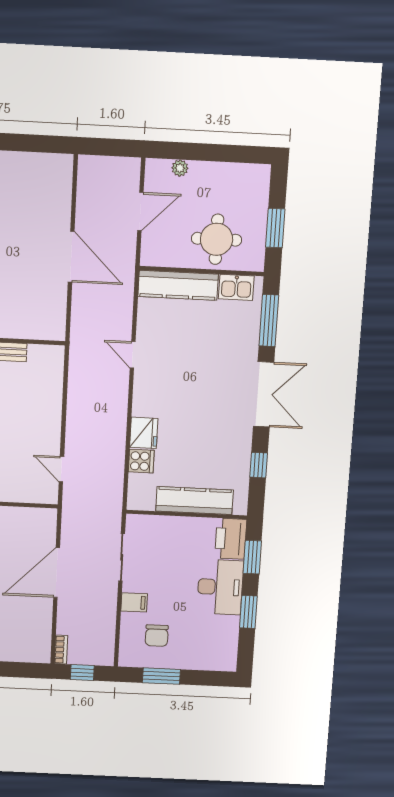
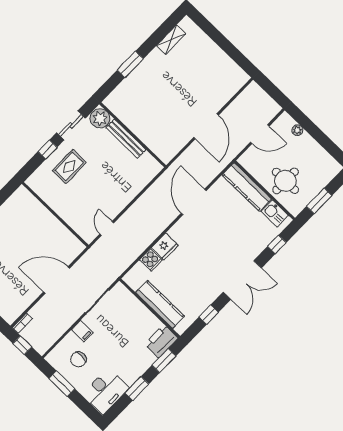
window: (269, 321) -> (277, 244), width x0.46
door: (133, 355) -> (194, 202), width x1.88
desk: (220, 587) -> (106, 391), moved

